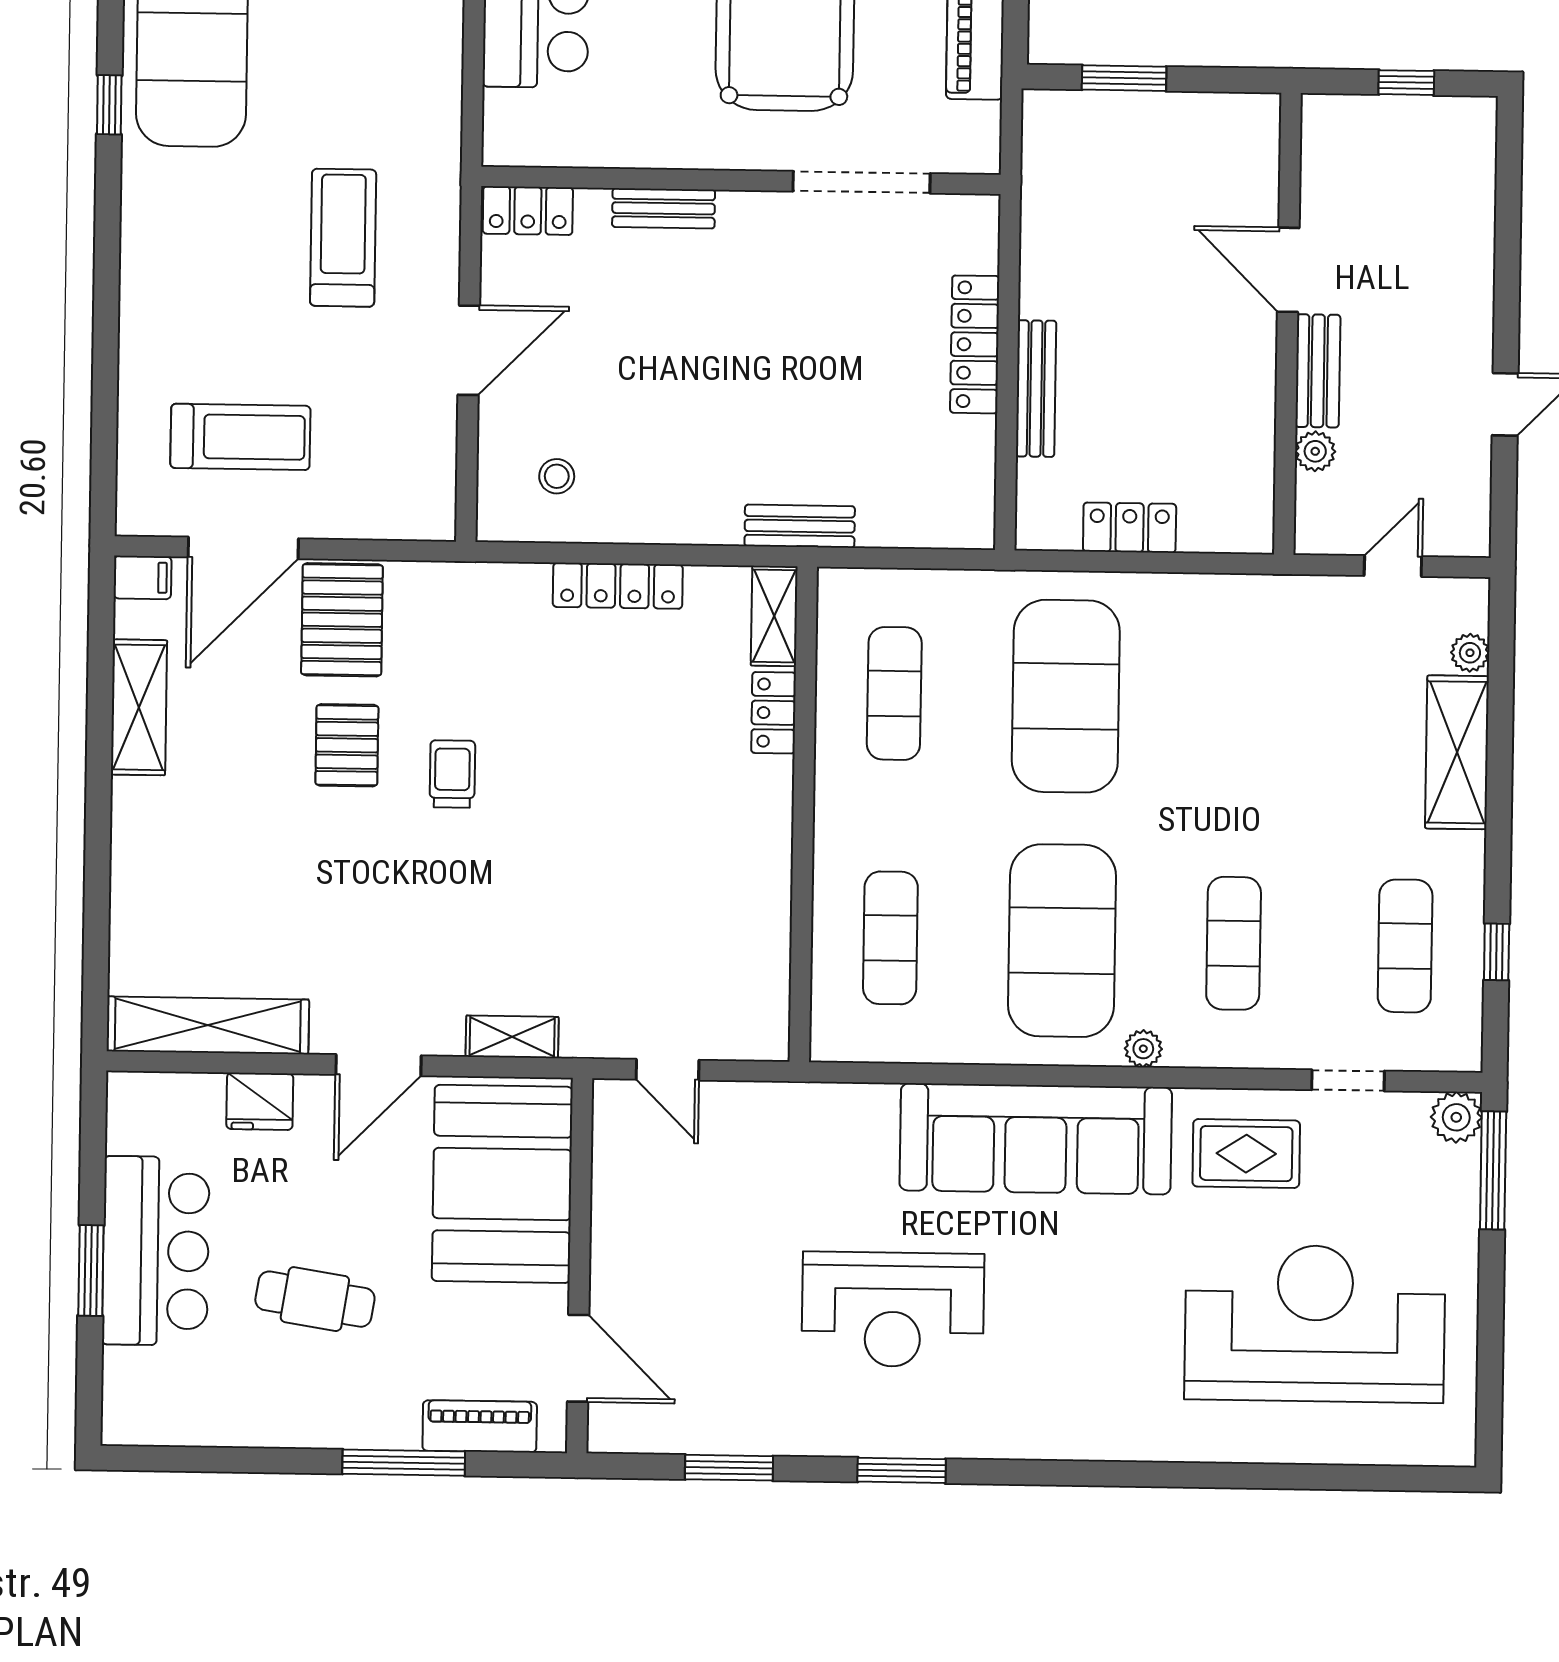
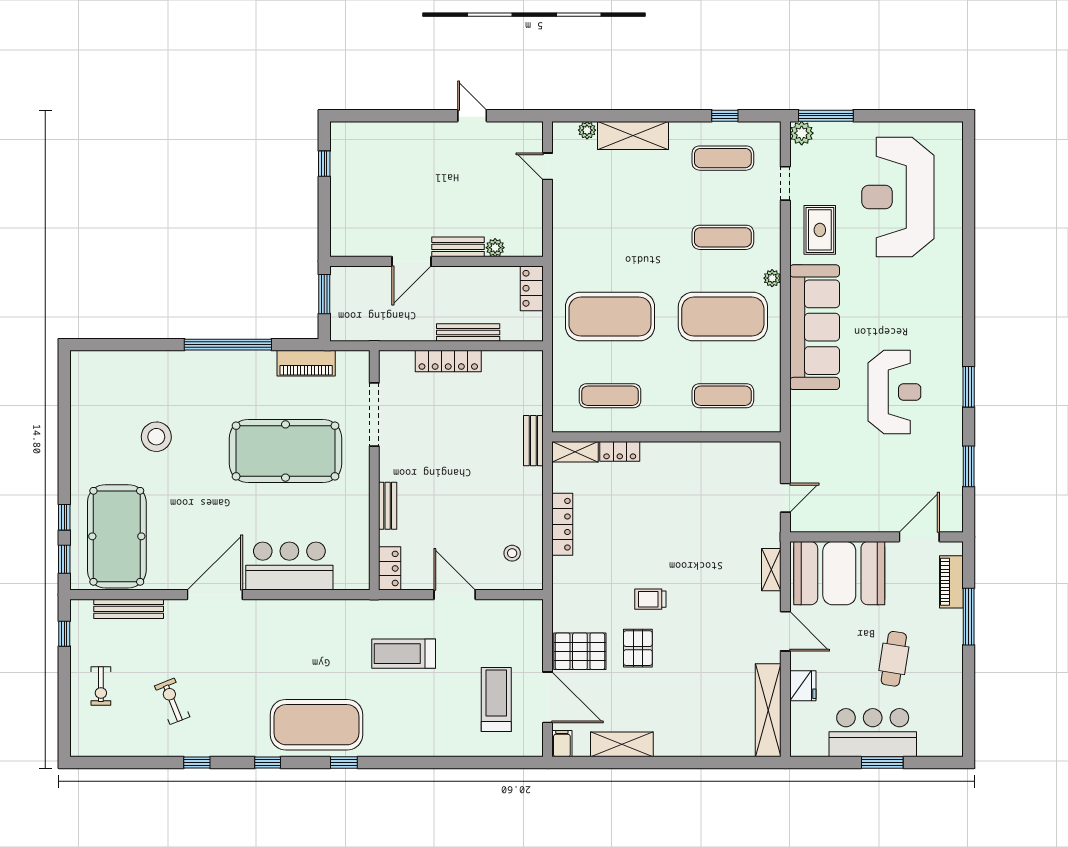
door: (1288, 270) -> (412, 261), moved
wall: (1287, 324) -> (436, 261), moved
bench: (1318, 371) -> (458, 247), moved
plant: (1315, 451) -> (495, 248), moved
pallet: (347, 745) -> (638, 648), turned 90

